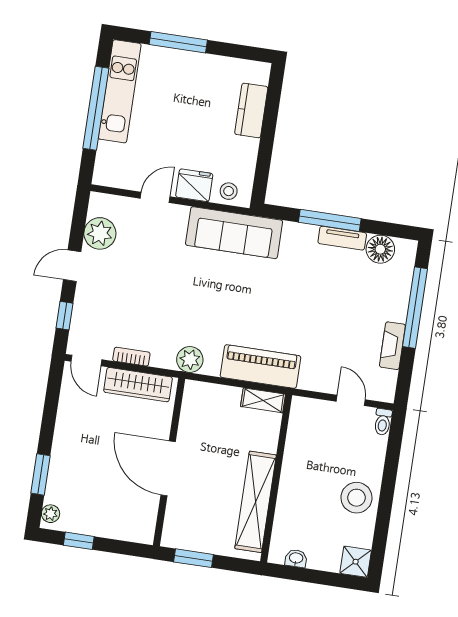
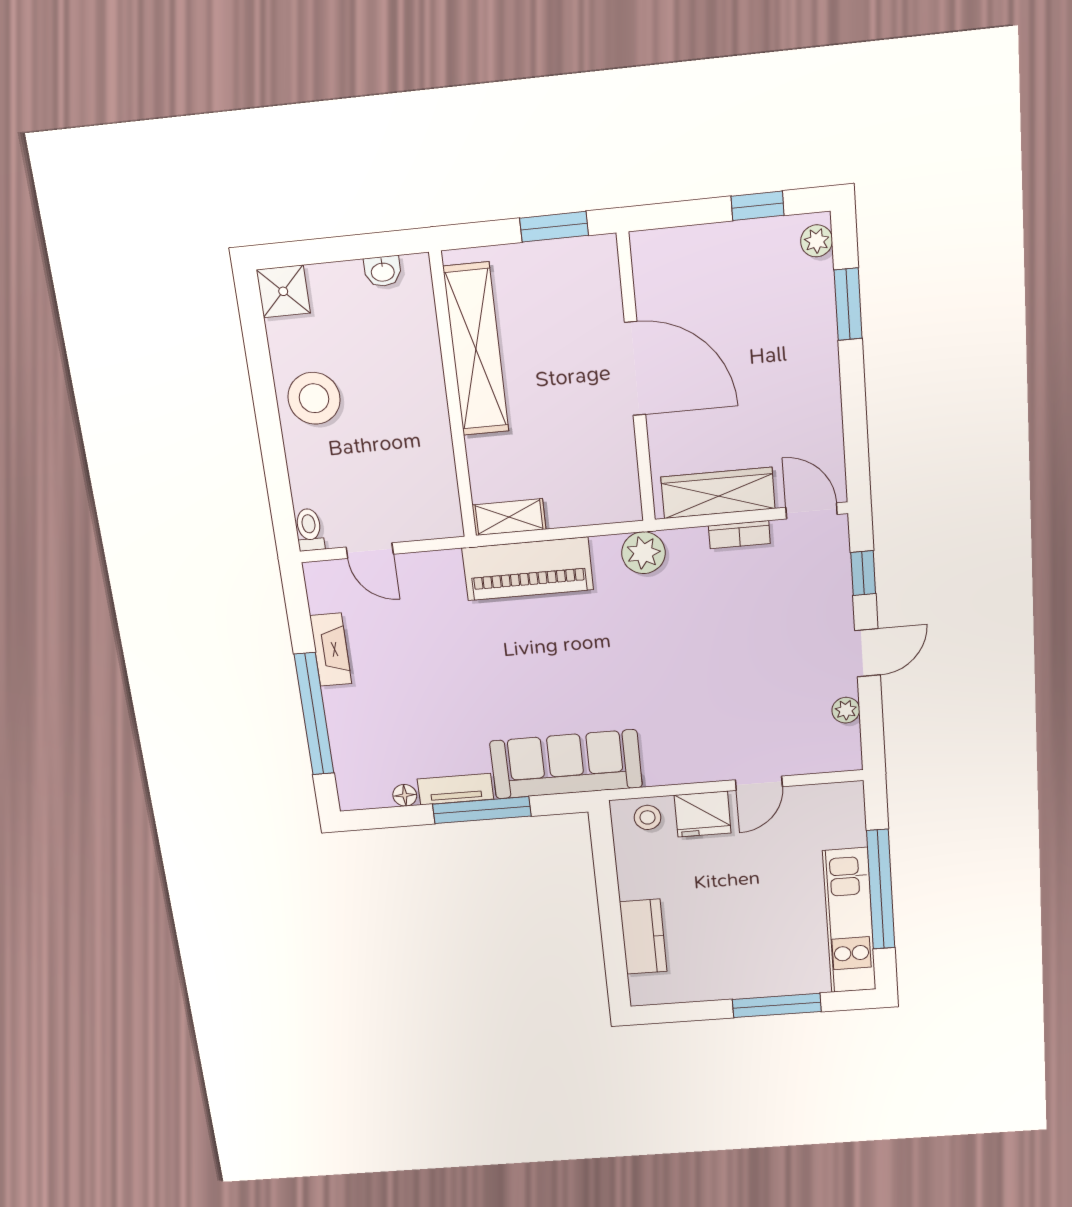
plant: (100, 233) -> (846, 710), width x0.53, depth x0.53
sofa: (234, 233) -> (566, 764), moved
floor lamp: (380, 249) -> (405, 795), width x0.53, depth x0.53

